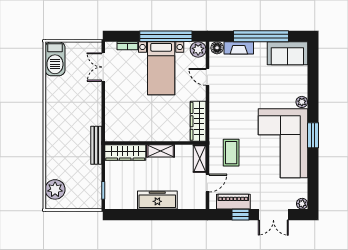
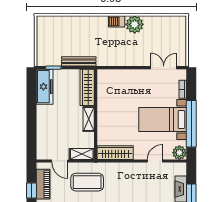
floor lamp: (217, 48) -> (181, 170), removed
barbecue: (55, 59) -> (117, 21), moved, width x0.53, depth x0.65
bench: (96, 145) -> (79, 61), moved
coffee table: (231, 153) -> (87, 182), width x1.36, depth x1.32
plant: (55, 189) -> (135, 24), moved
freezer: (157, 200) -> (45, 87), moved

